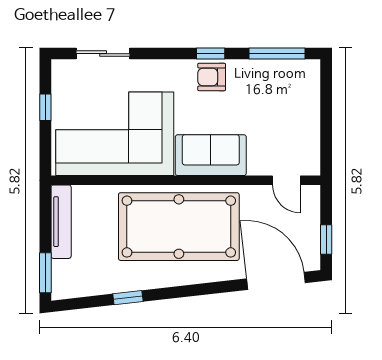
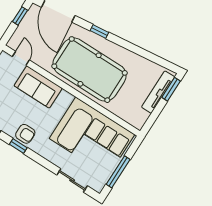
window: (45, 107) -> (118, 172), width x2.17
sofa: (211, 155) -> (38, 87), moved
tv unit: (61, 222) -> (158, 92), moved
window: (128, 298) -> (99, 32), moved

